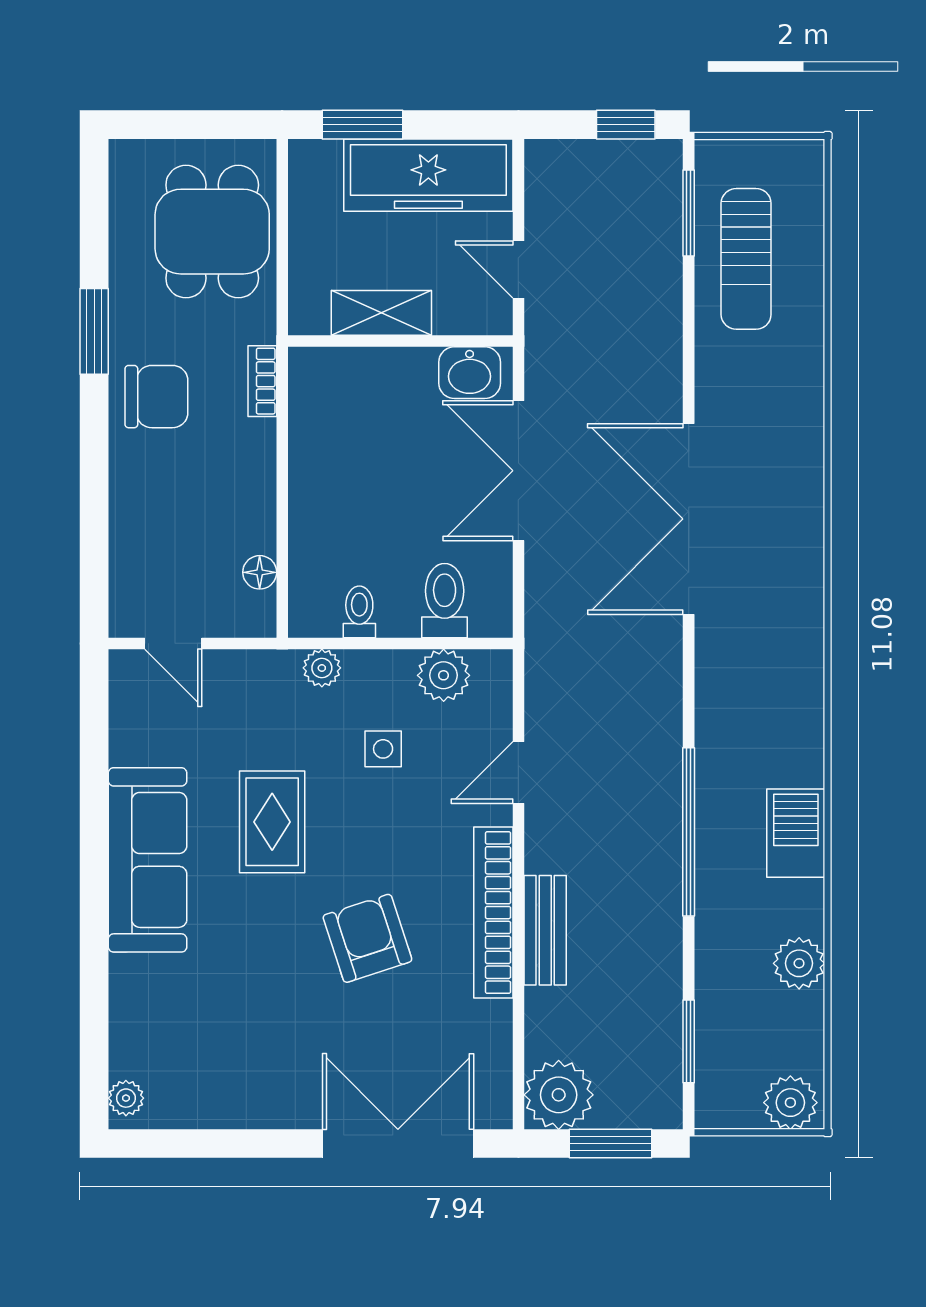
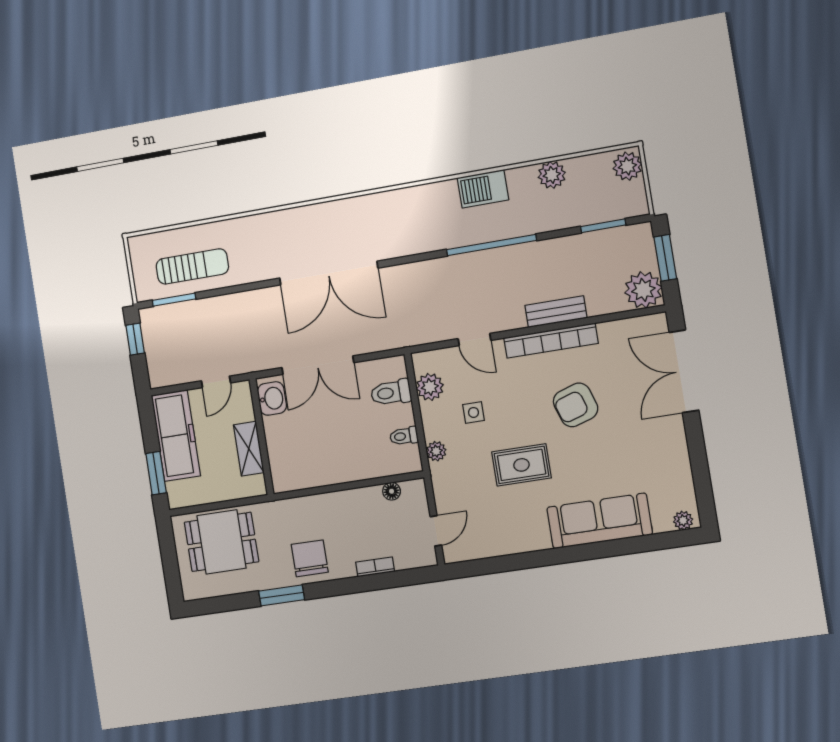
bookcase: (262, 381) -> (375, 567), moved, turned 180
sofa: (147, 860) -> (600, 521), moved

